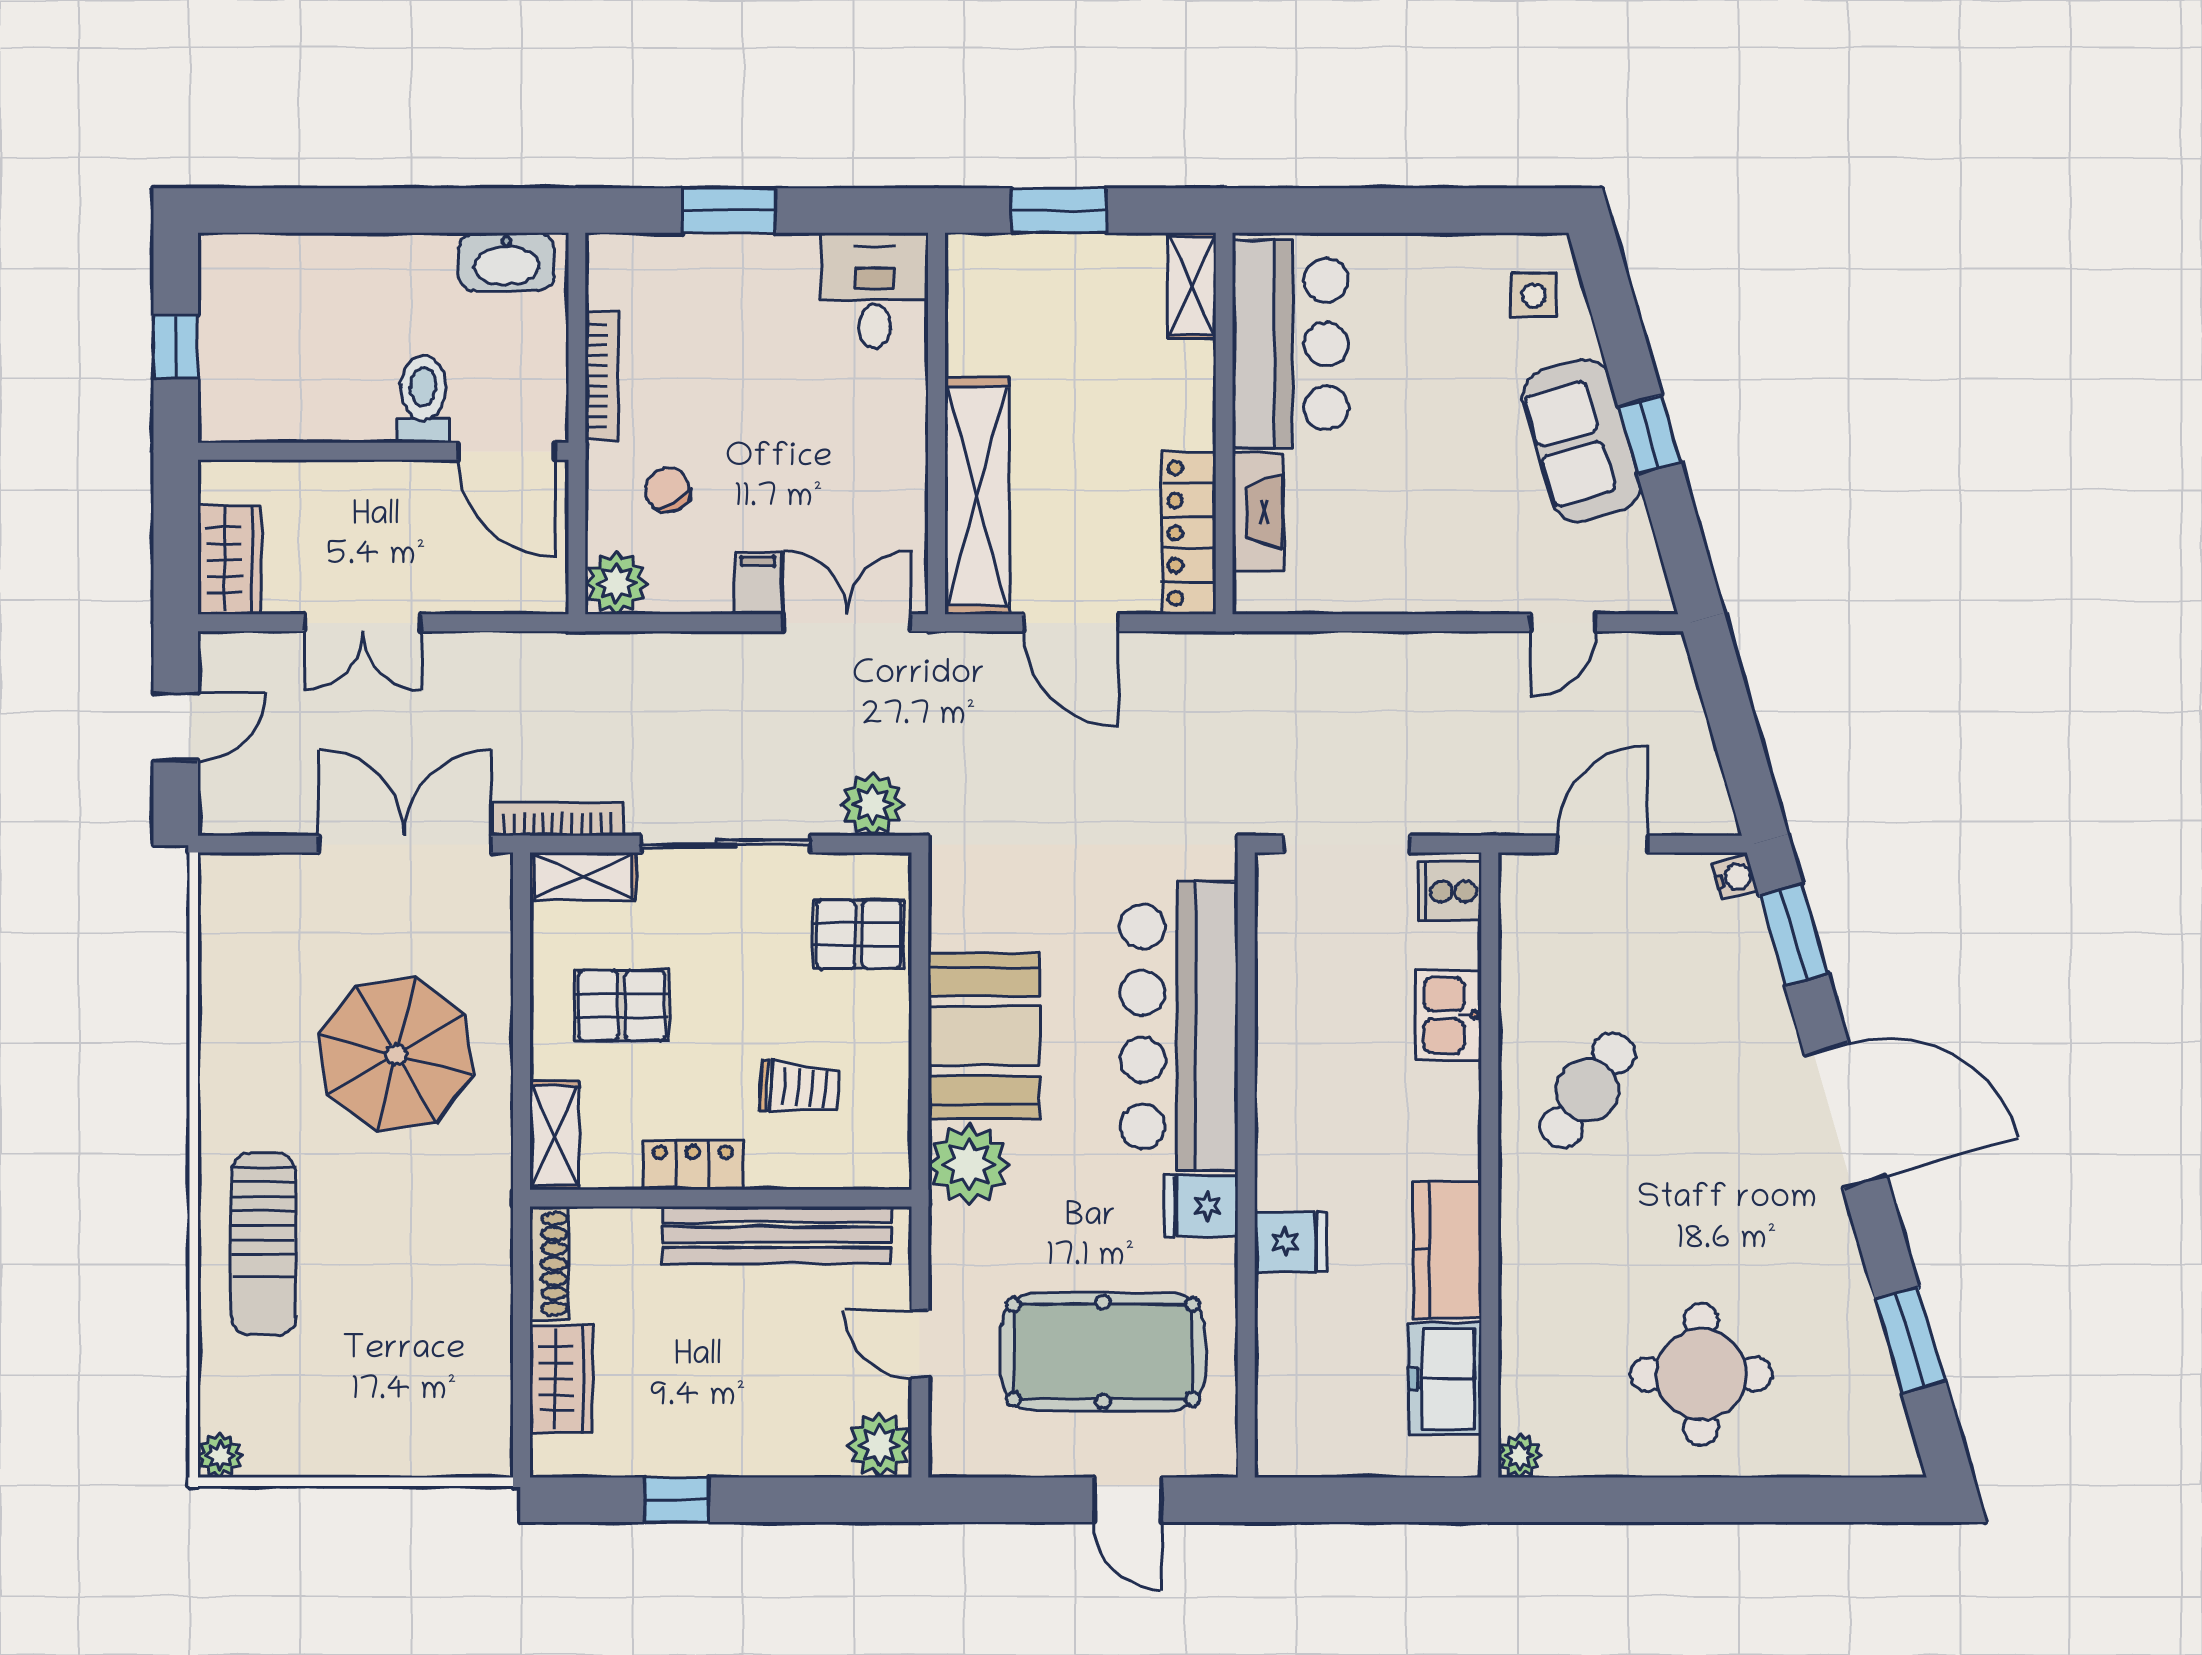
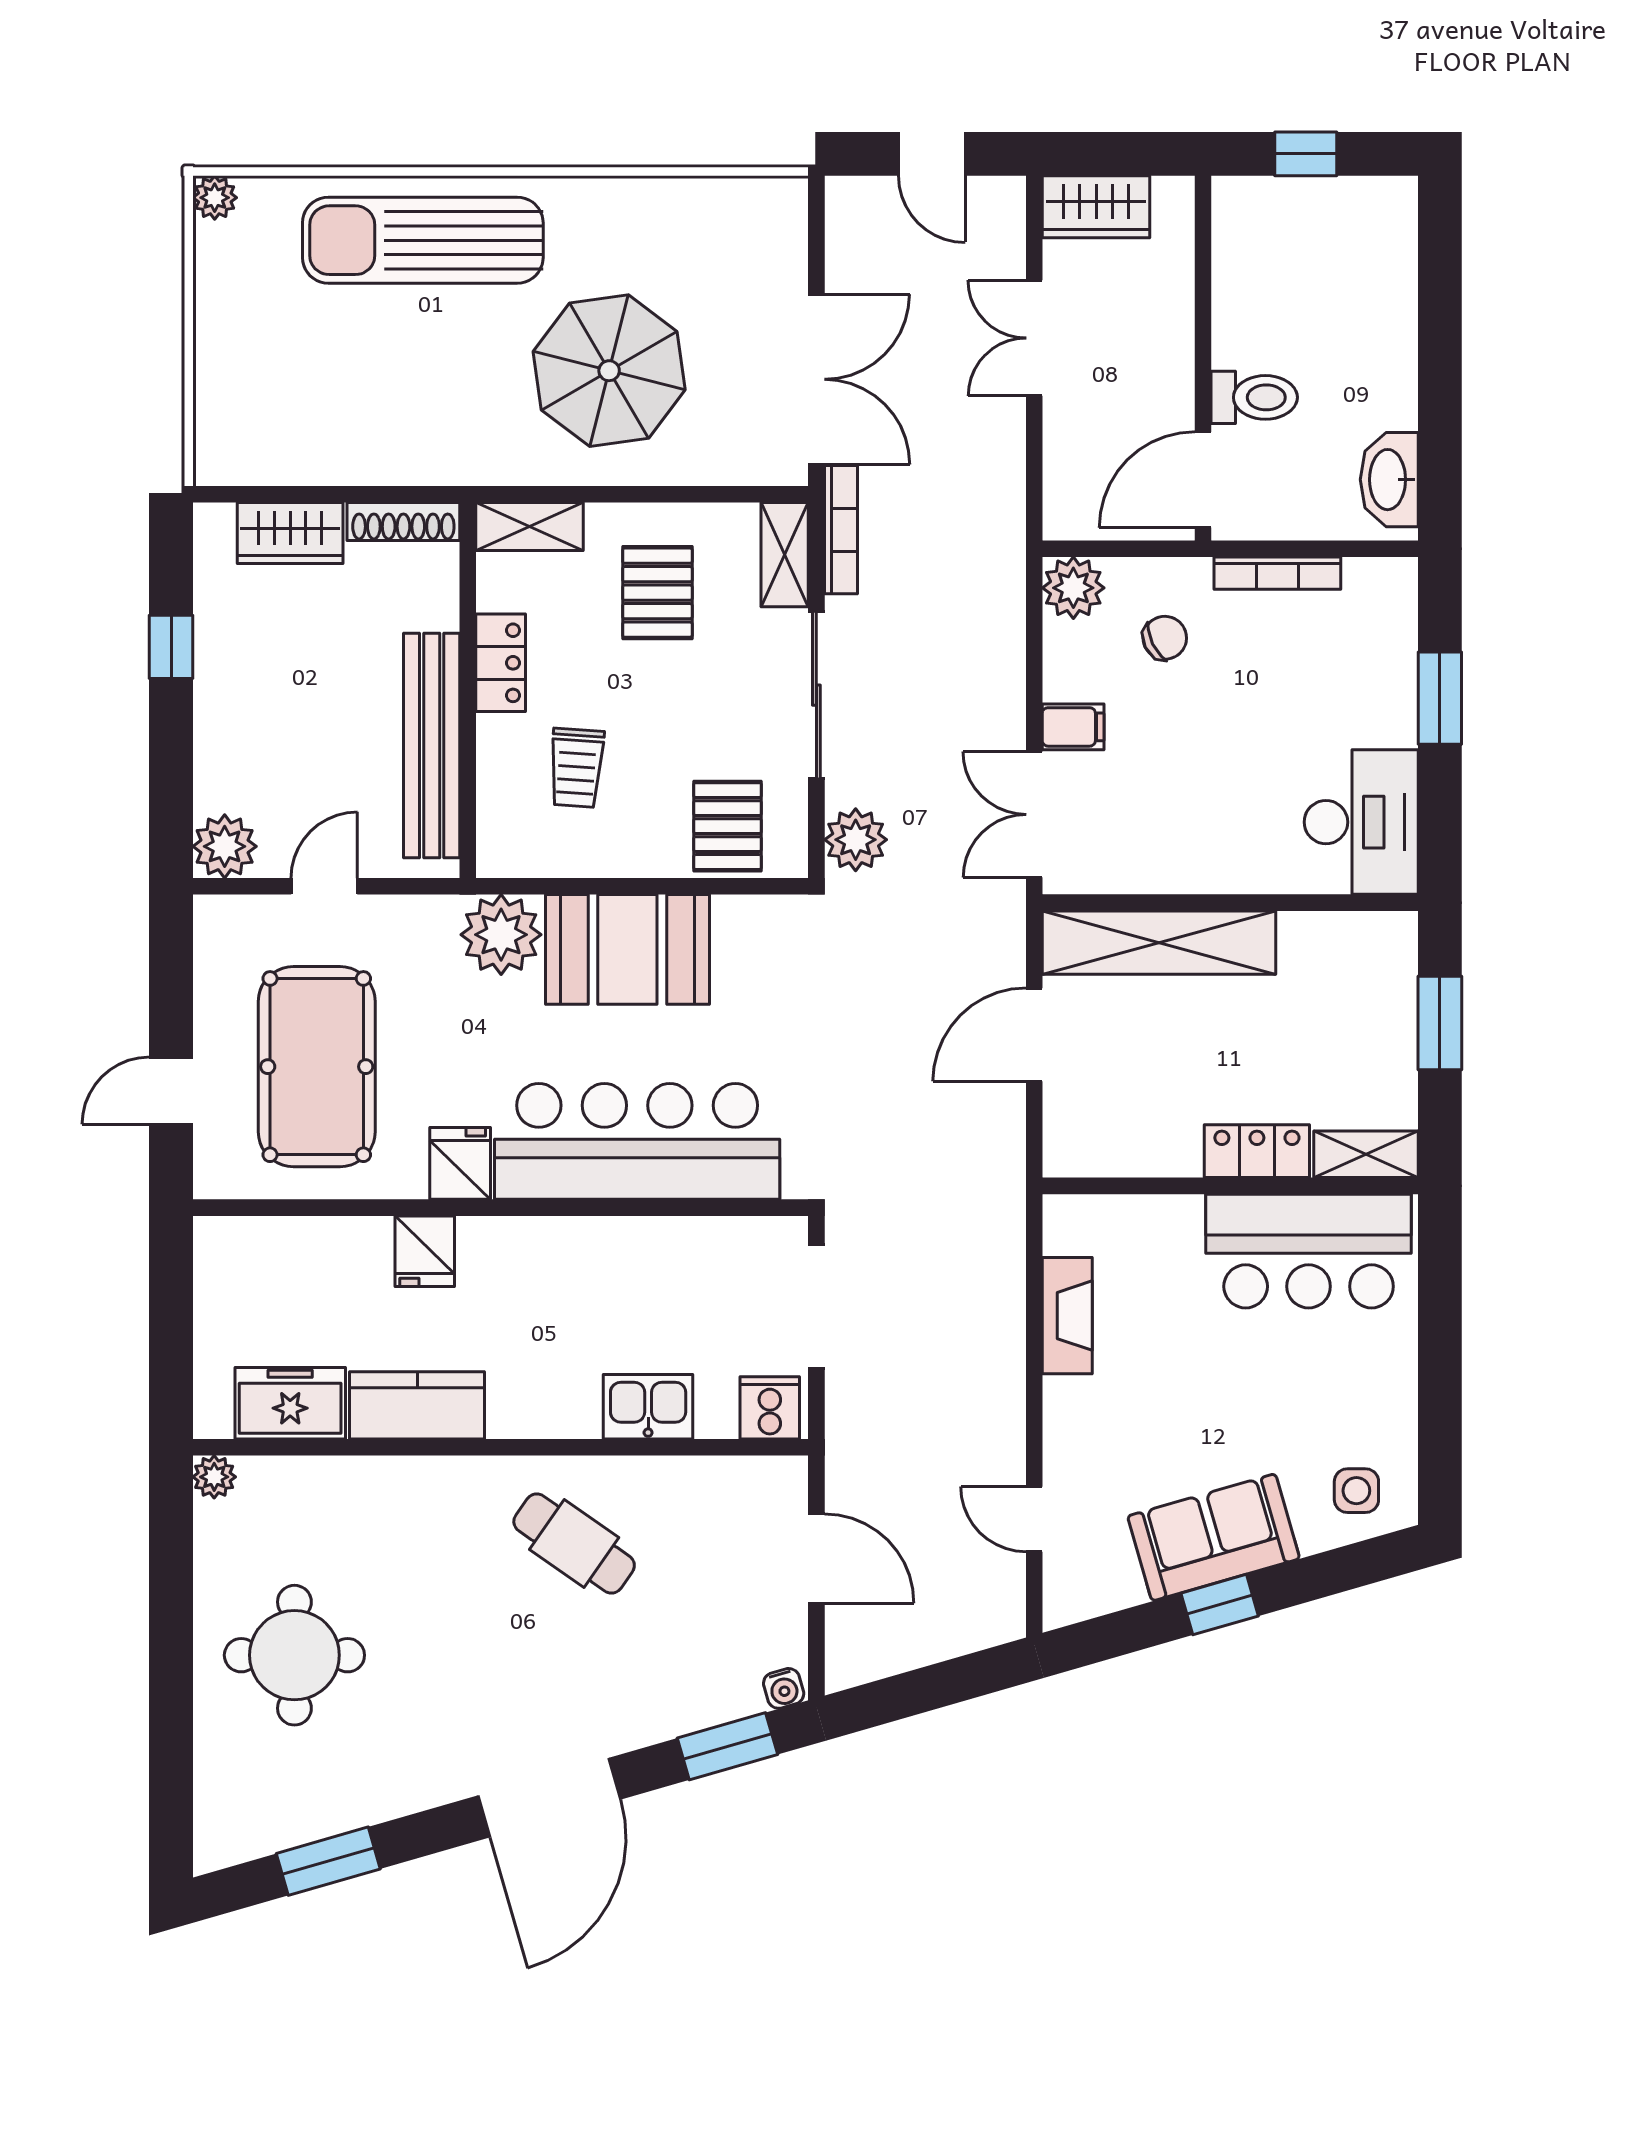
desk: (875, 291) -> (1361, 822), width x1.37
fireplace: (1258, 512) -> (1067, 1316), moved, turned -90
locker: (1189, 533) -> (1257, 1151), moved, width x0.66
double door: (847, 623) -> (1034, 815), swing flipped
sun lounger: (263, 1244) -> (423, 240), width x1.36, depth x1.34

